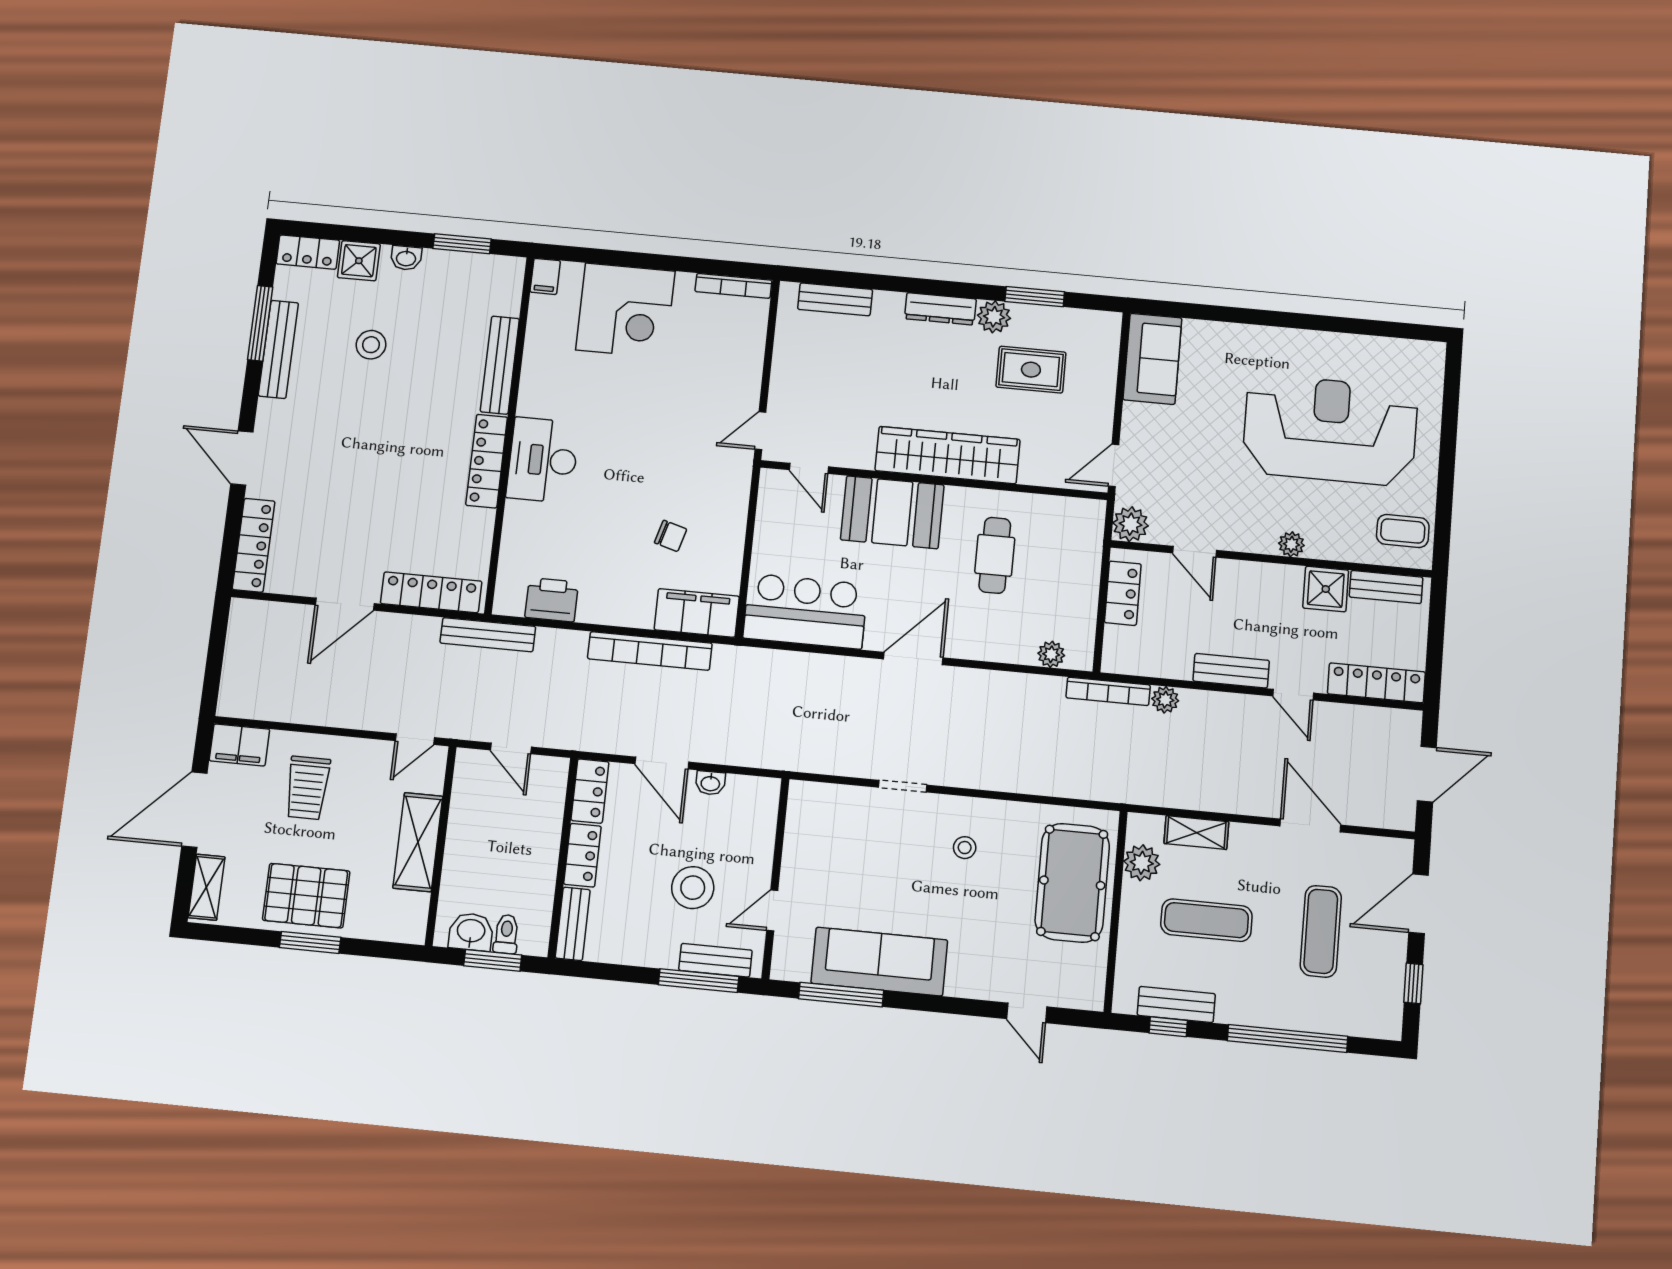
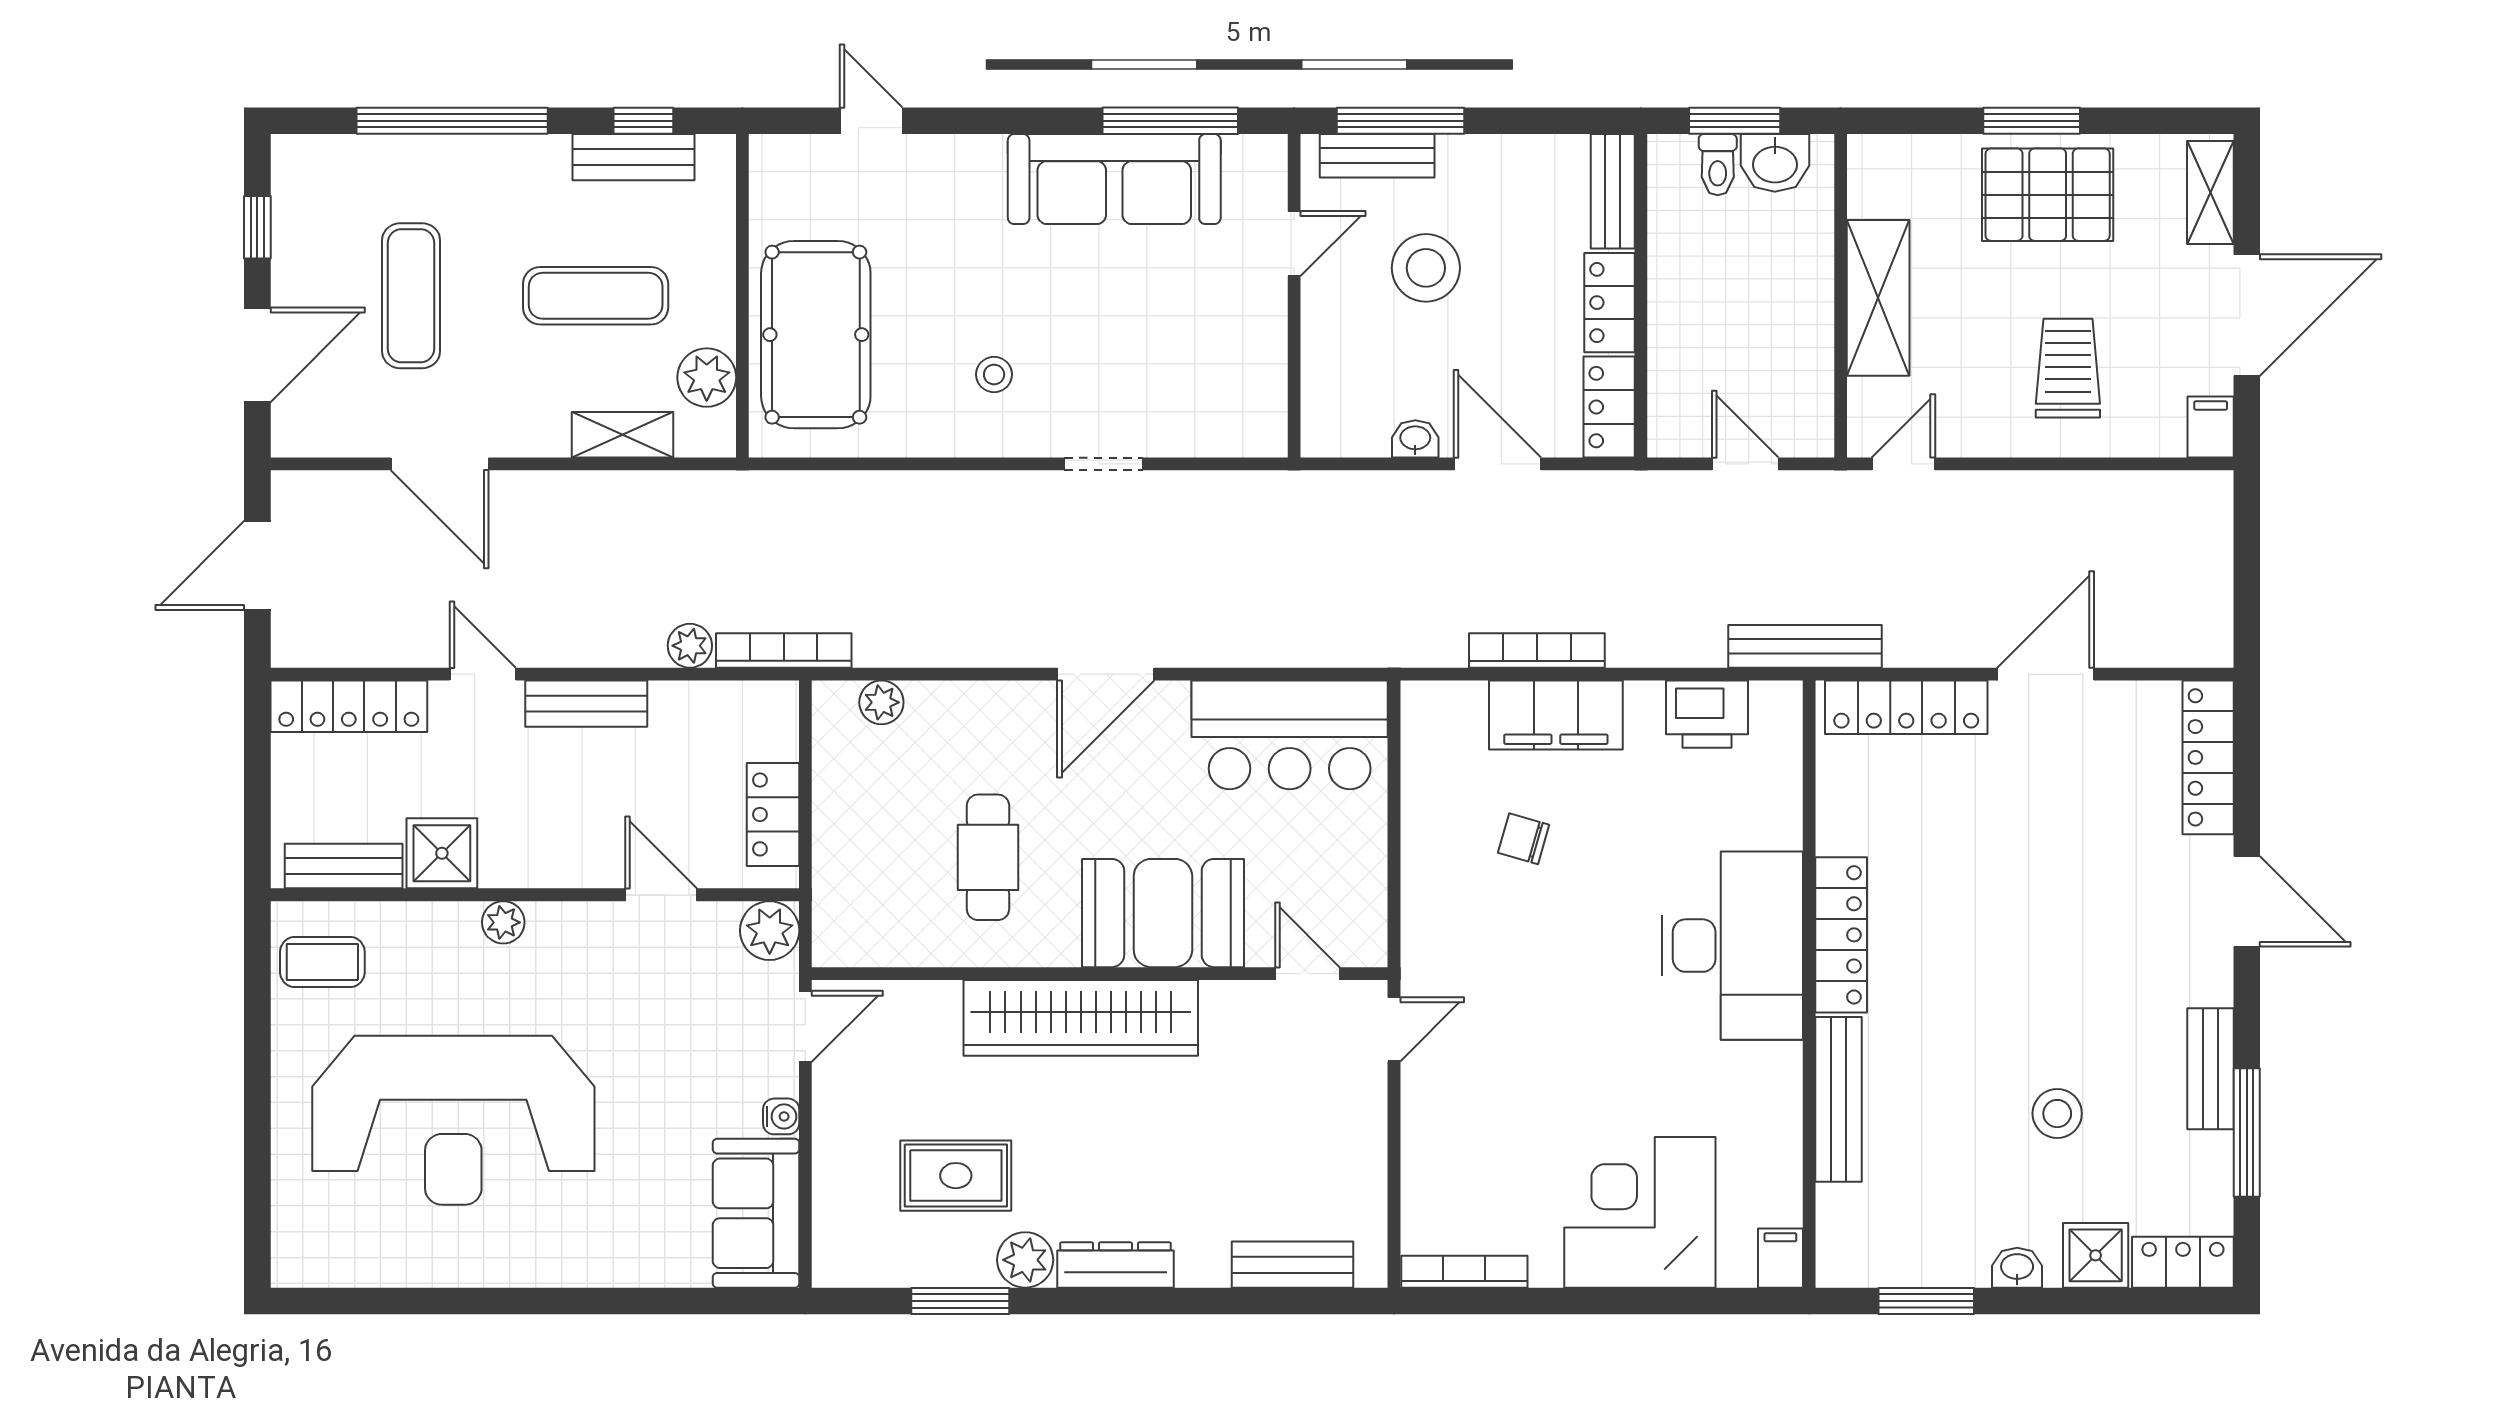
bench: (278, 349) -> (2210, 1069), width x0.73
water cooler: (1133, 414) -> (781, 1116), added
desk: (543, 460) -> (1732, 946), width x1.36, depth x1.30
filing cabinet: (697, 613) -> (1556, 715), moved
bookcase: (650, 651) -> (1537, 650), width x0.68, depth x0.76
filing cabinet: (239, 745) -> (2211, 427), width x0.50

